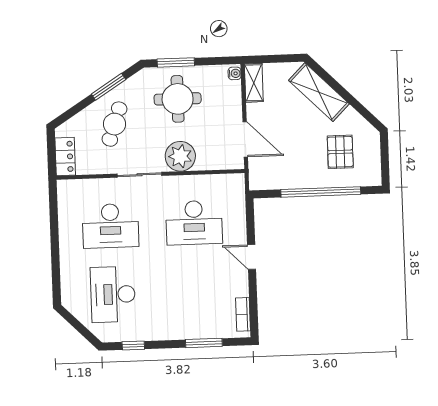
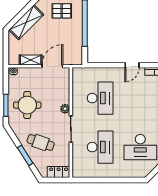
shelving: (254, 83) -> (31, 60), moved
window: (109, 87) -> (25, 155), moved
plant: (180, 156) -> (65, 109), width x0.53, depth x0.53
door: (252, 257) -> (132, 65), moved

